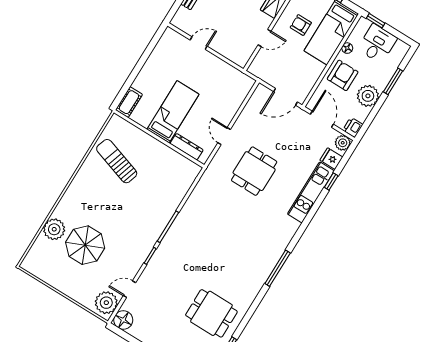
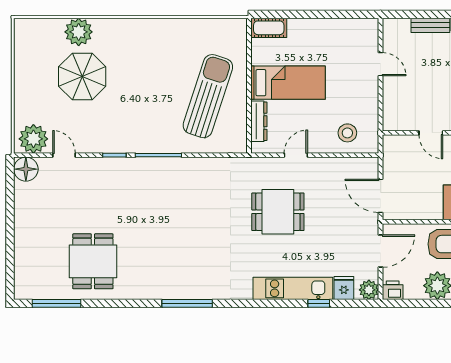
stool: (230, 93) -> (347, 133), added
sun lounger: (117, 161) -> (208, 96), moved, width x1.36, depth x1.34

